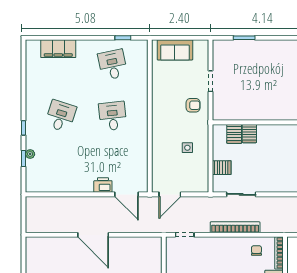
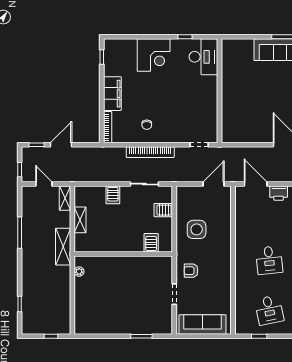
sofa: (175, 50) -> (202, 324), width x1.36
server rack: (249, 134) -> (113, 195), moved, turned 180
side table: (187, 148) -> (197, 229), width x1.87, depth x1.87
chair: (256, 250) -> (147, 125), moved

